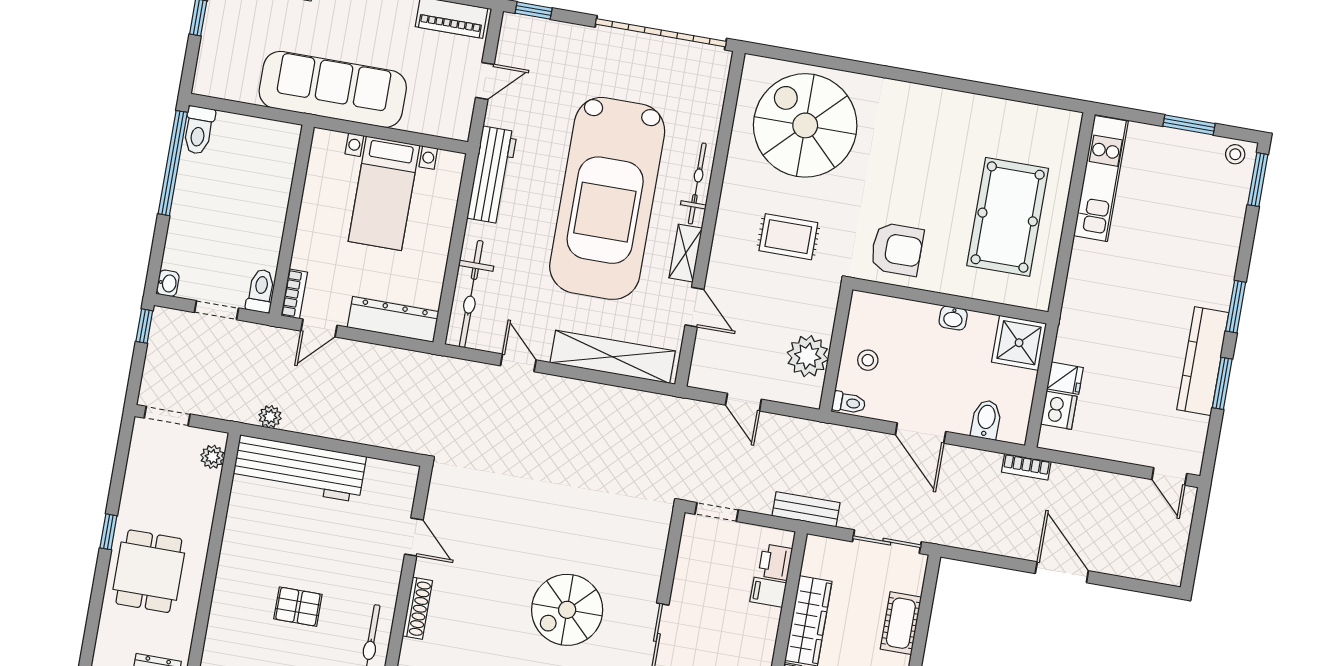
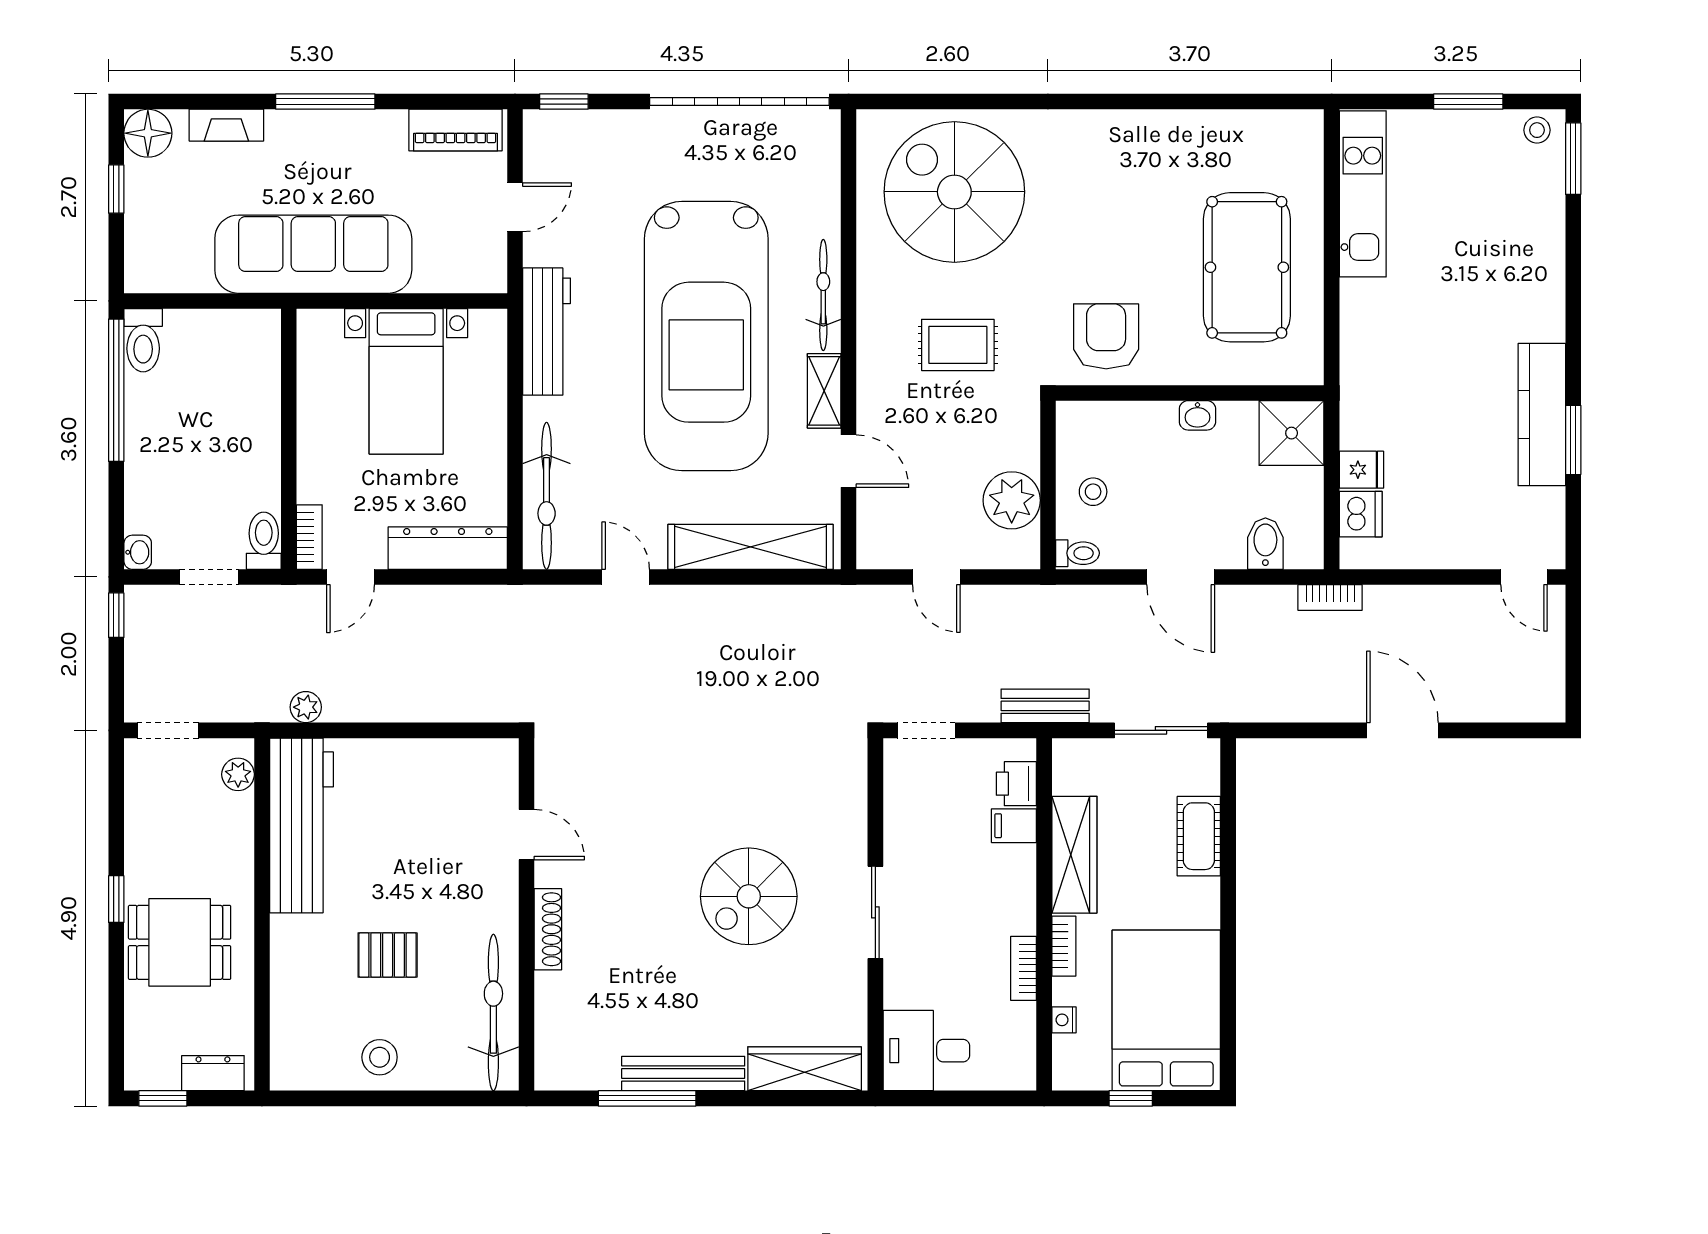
armchair: (897, 249) -> (1106, 336), turned -90
window: (1236, 307) -> (1573, 334), removed
workbench: (299, 469) -> (301, 825), moved, turned -90
dining table: (149, 571) -> (180, 942), turned 90

